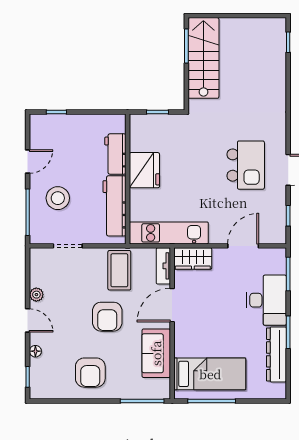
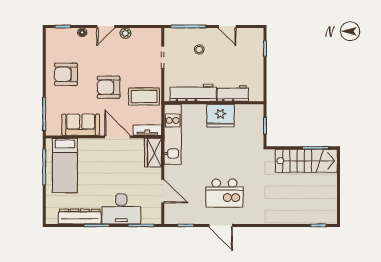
stool: (58, 198) -> (199, 49), width x0.53, depth x0.53

